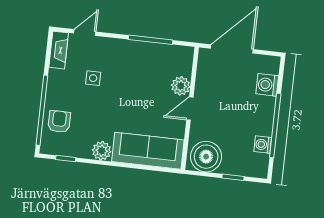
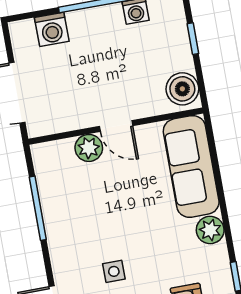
boiler: (206, 157) -> (182, 89), width x0.73, depth x0.73

